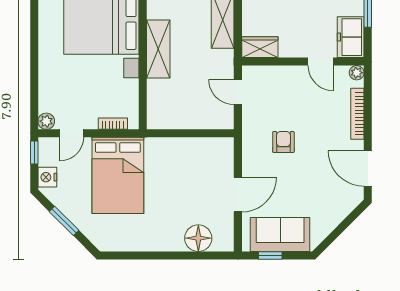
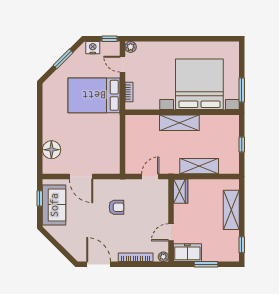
door: (368, 168) -> (99, 264), hinge flipped

